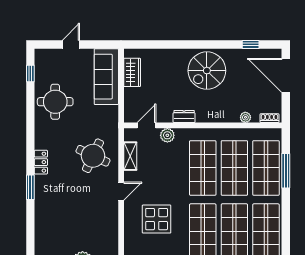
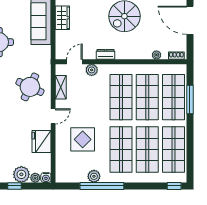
fridge: (107, 221) -> (41, 141), added

